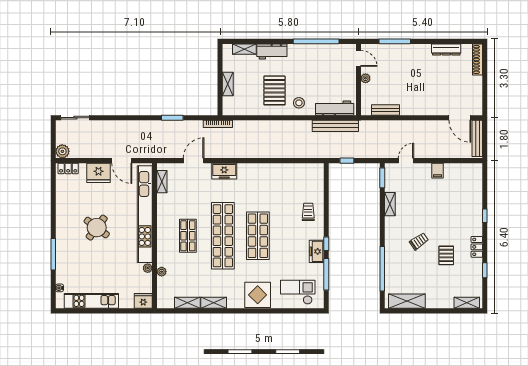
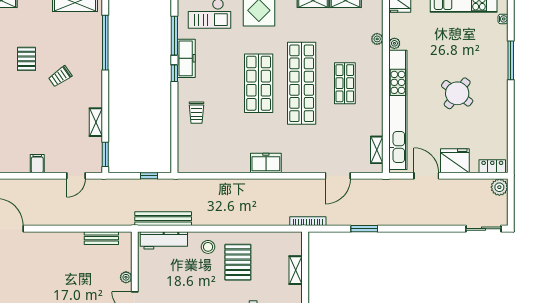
freezer: (224, 171) -> (266, 163), moved
freezer: (317, 251) -> (186, 58), width x1.40

